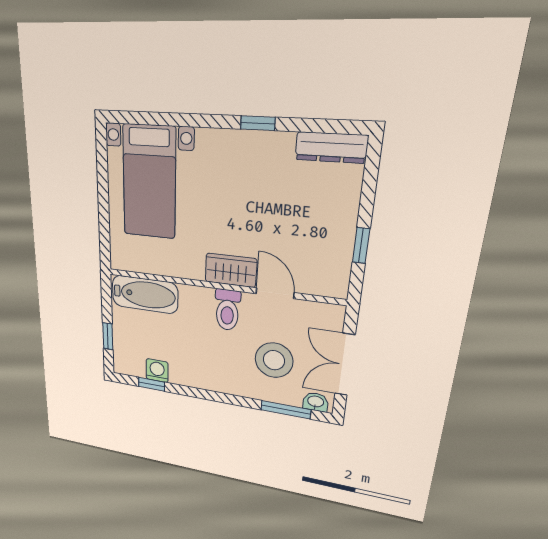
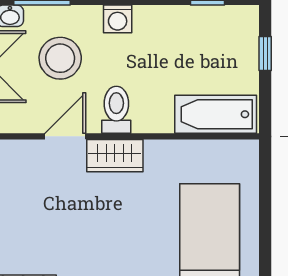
door: (275, 293) -> (65, 136), swing flipped
washing machine: (157, 371) -> (118, 19), moved

